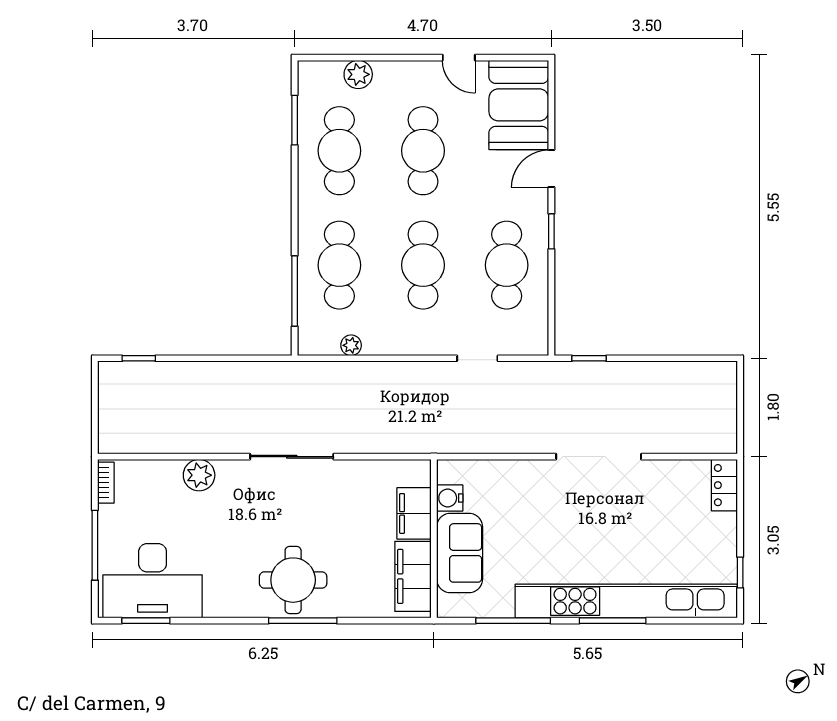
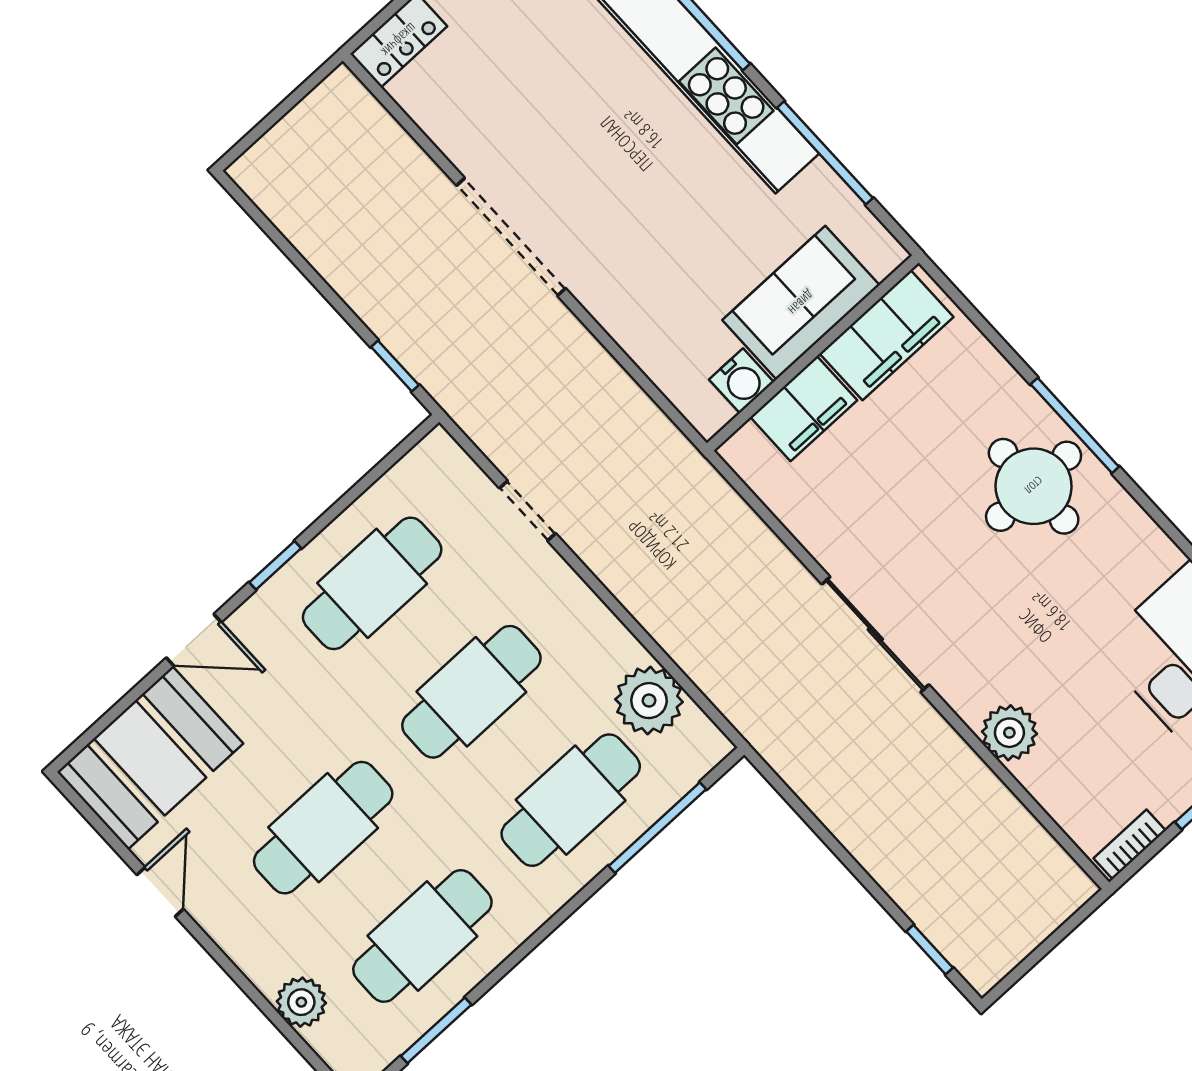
plant: (351, 345) -> (649, 701), width x1.88, depth x1.88

